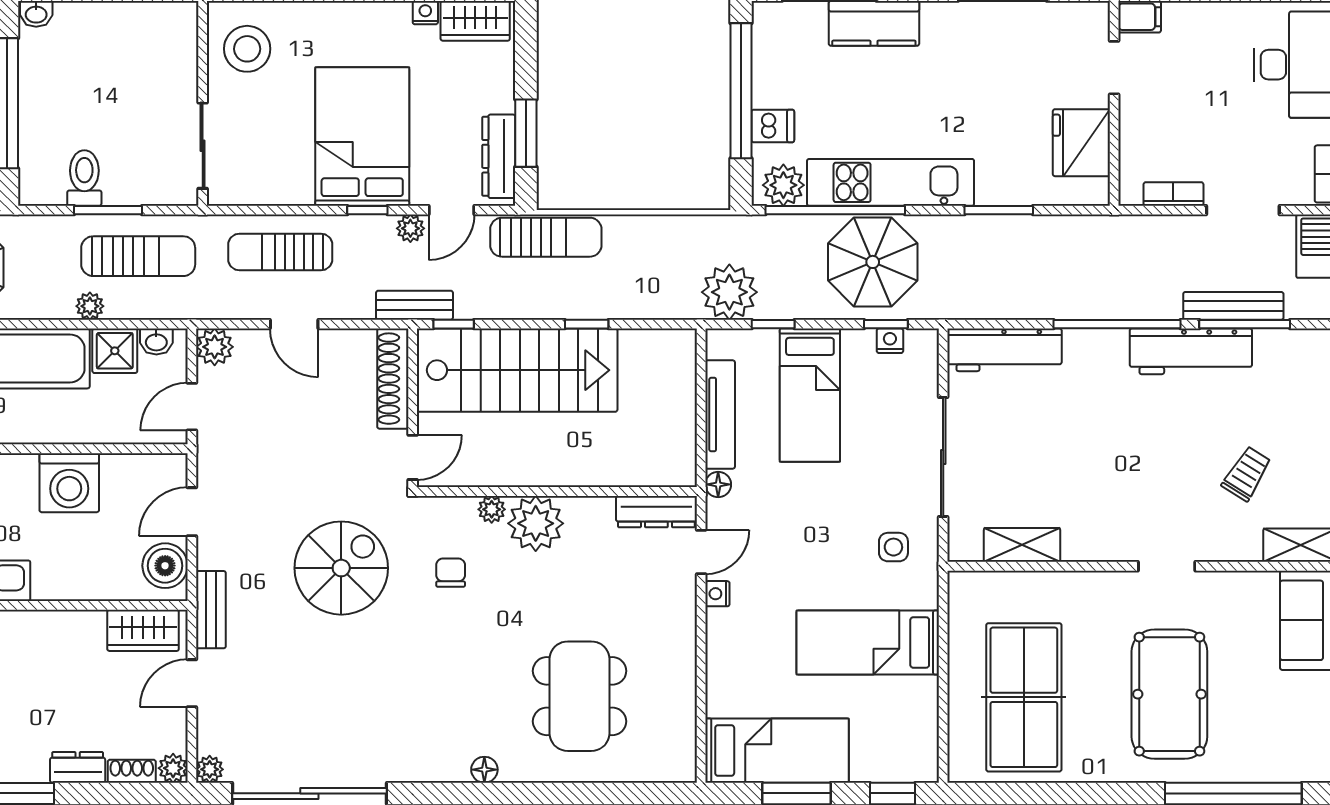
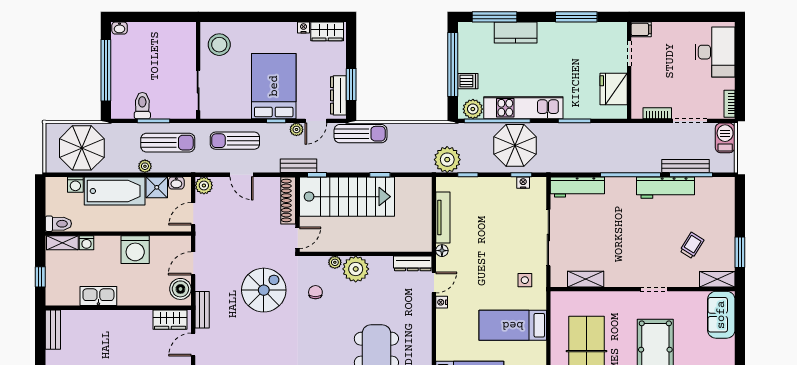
bed: (810, 395) -> (485, 208), removed

